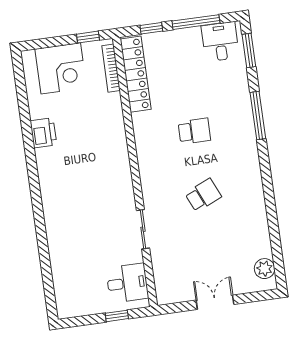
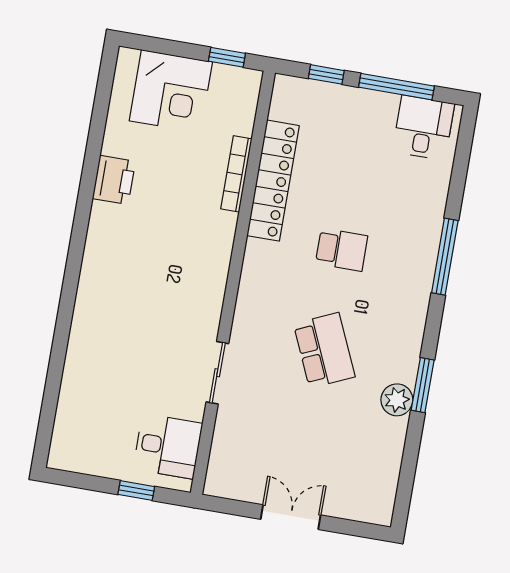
window: (249, 50) -> (423, 385), moved
bookcase: (111, 68) -> (236, 174), moved
locker: (136, 74) -> (273, 181), moved
school desk: (203, 195) -> (324, 350), width x1.85
plant: (265, 269) -> (397, 400), moved

